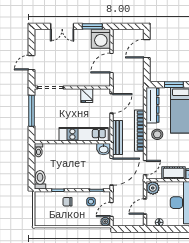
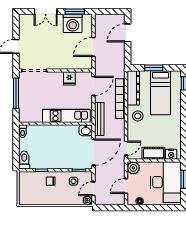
washing machine: (101, 39) -> (73, 23), moved
bookcase: (139, 131) -> (120, 99), moved

